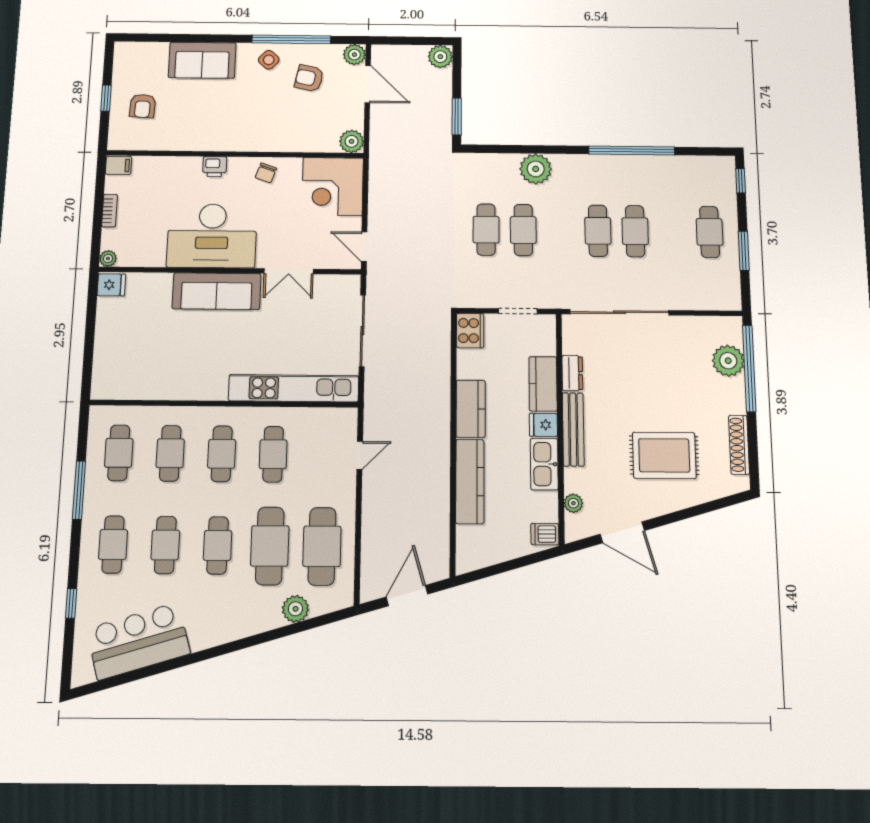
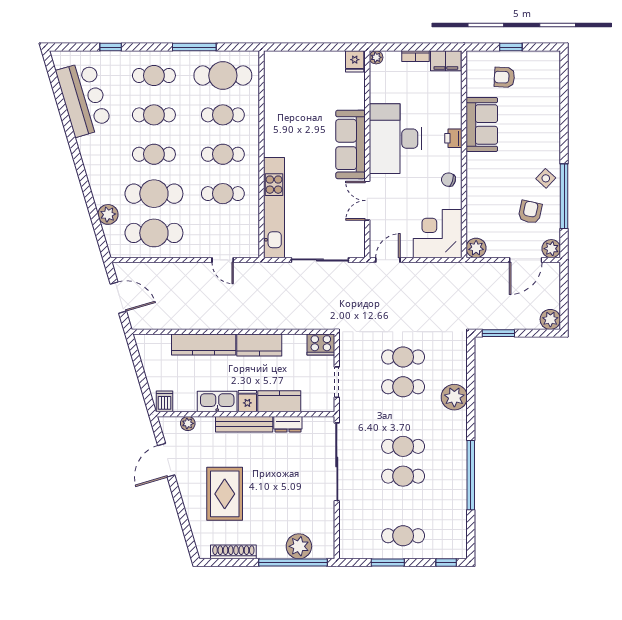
sofa: (202, 60) -> (482, 124), moved, turned 180
filing cabinet: (118, 165) -> (446, 61), width x2.00
cafe table: (119, 453) -> (223, 76), width x1.37, depth x1.35

